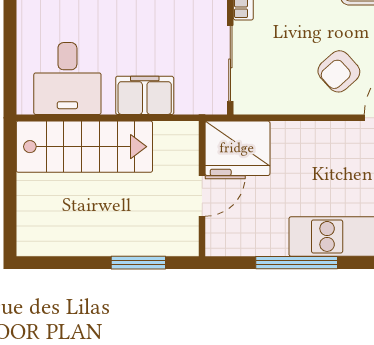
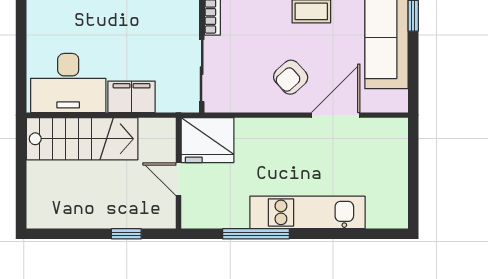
desk: (67, 79) -> (68, 83), width x1.37
door: (202, 196) -> (178, 179), swing flipped
window: (138, 263) -> (126, 234), width x0.67

